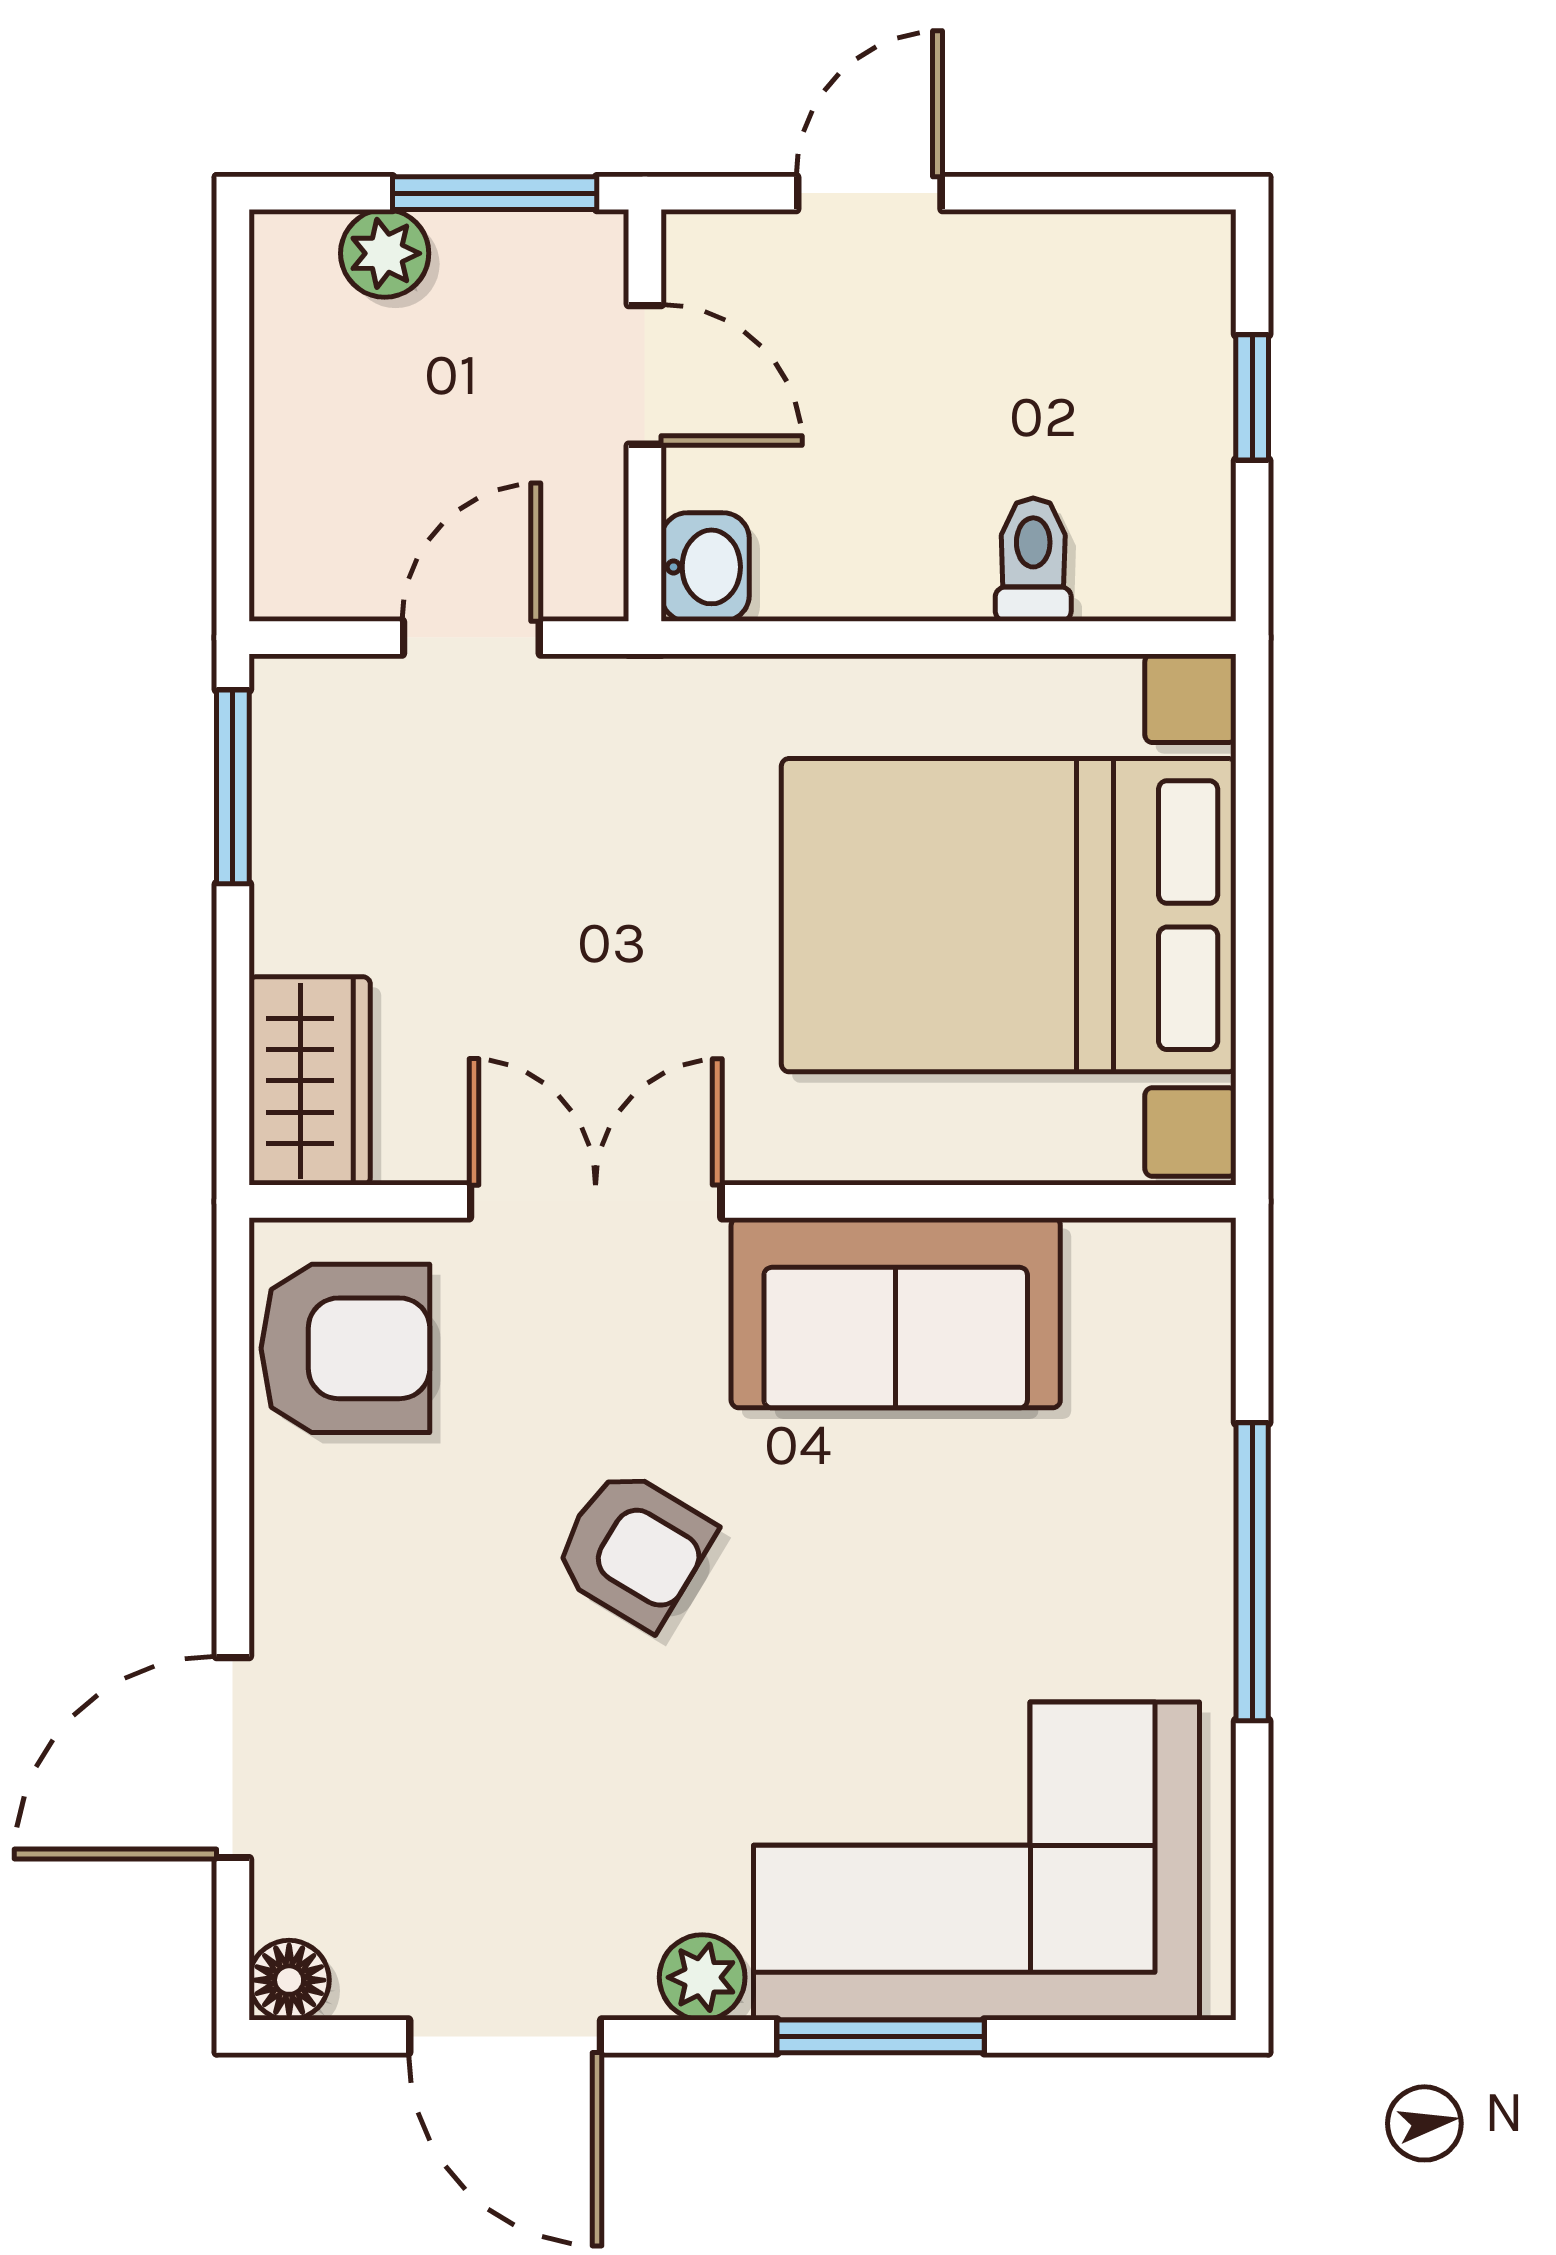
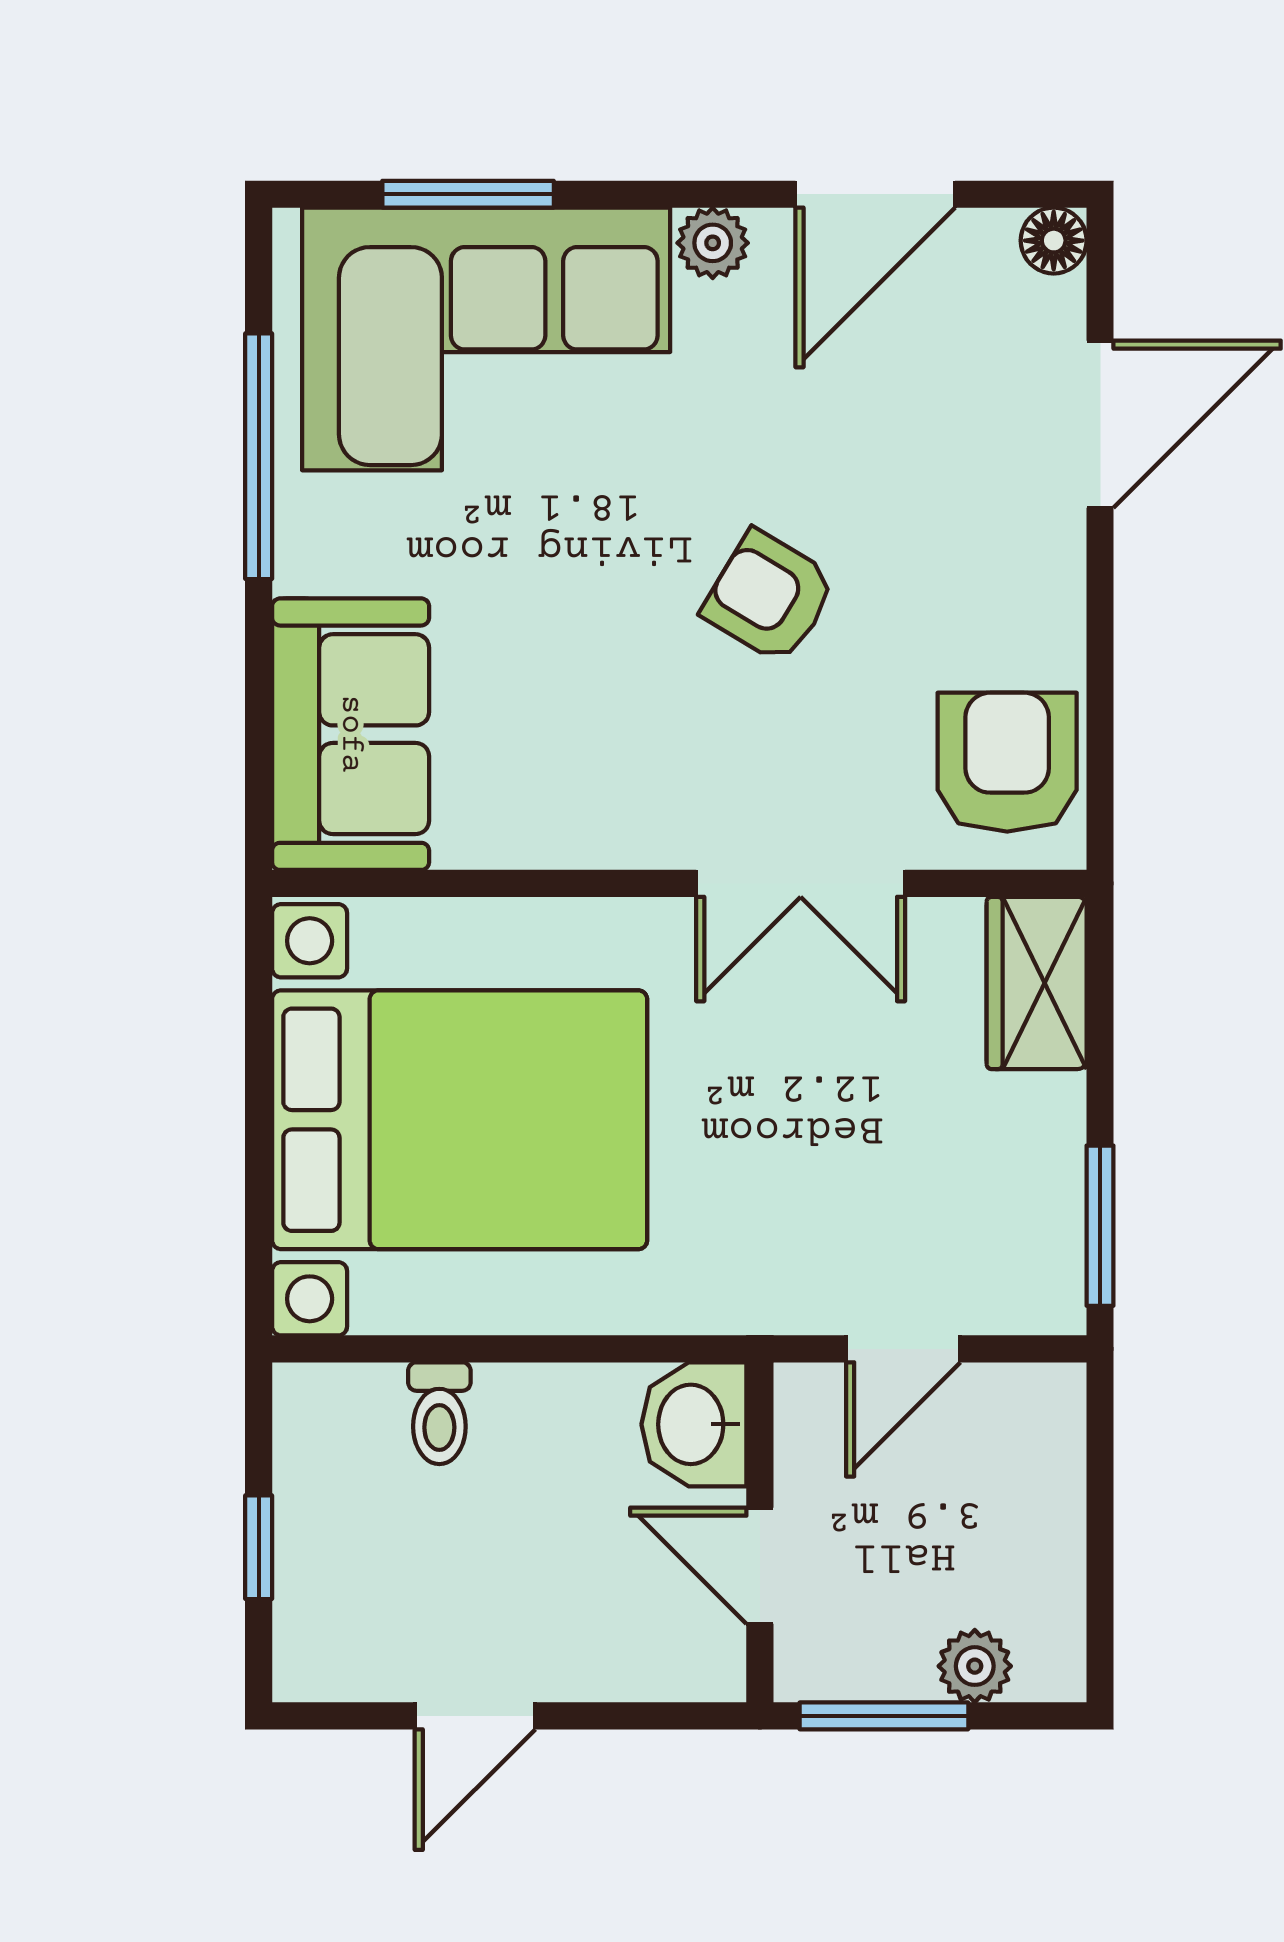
door: (869, 193) -> (475, 1716), moved
washbasin: (705, 567) -> (694, 1424), width x1.38, depth x1.45
sofa: (896, 1313) -> (351, 734), moved, turned 90
armchair: (345, 1348) -> (1007, 762), turned 90
window: (1252, 1572) -> (259, 456), moved
door: (505, 2036) -> (875, 194), swing flipped
window: (881, 2036) -> (468, 194), moved

